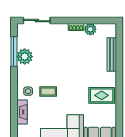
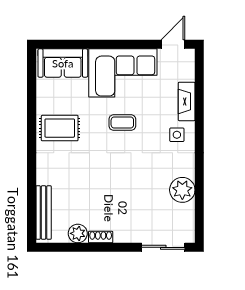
window: (14, 52) -> (199, 198), removed
bench: (112, 55) -> (44, 213), moved
coffee table: (48, 91) -> (122, 123), moved

